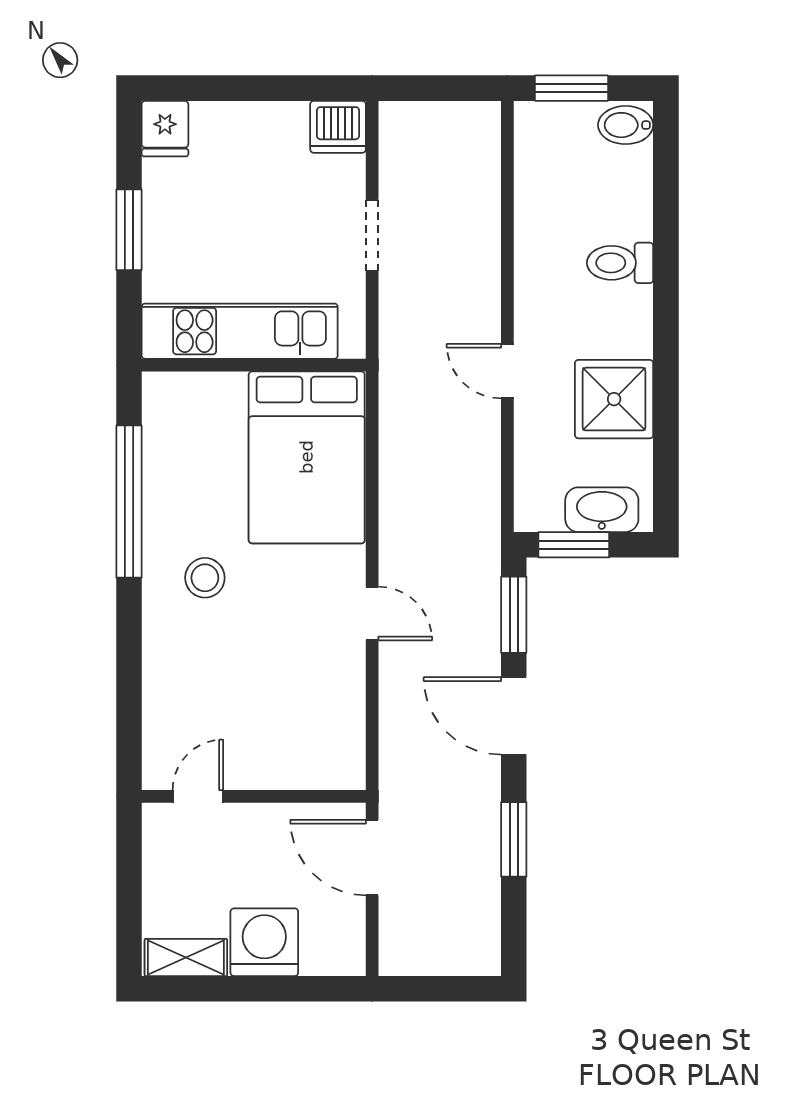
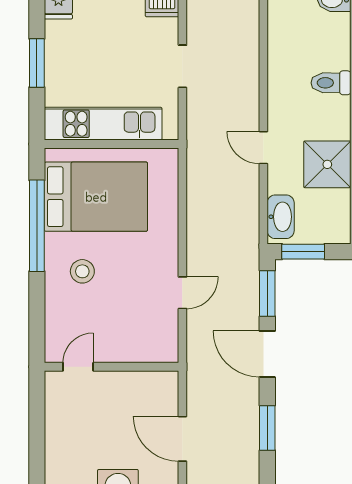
bed: (307, 457) -> (96, 197), moved, turned -90
washbasin: (602, 510) -> (281, 217), moved, turned 90
door: (372, 614) -> (182, 293), hinge flipped
door: (198, 796) -> (78, 367), moved
wall: (254, 796) -> (112, 367), moved

